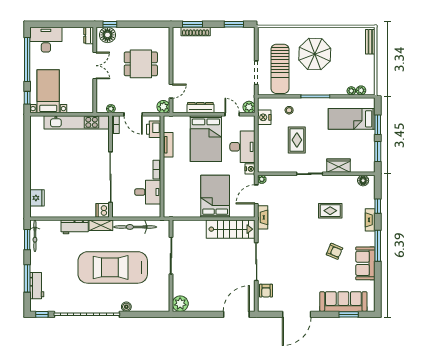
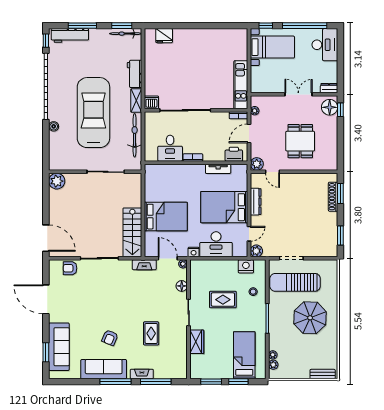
double door: (95, 66) -> (298, 94), swing flipped
kitchen unit: (77, 122) -> (241, 85), width x0.73
floor lamp: (363, 181) -> (182, 286), moved
window: (378, 206) -> (156, 382), width x2.17
sofa: (365, 263) -> (104, 369), width x1.36
workbench: (37, 286) -> (70, 35), width x1.38

